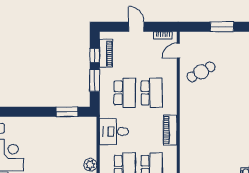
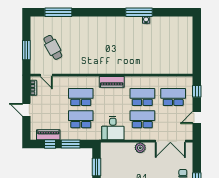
door: (136, 27) -> (26, 110), hinge flipped
window: (222, 27) -> (26, 50), moved
cafe table: (201, 72) -> (53, 47), moved

